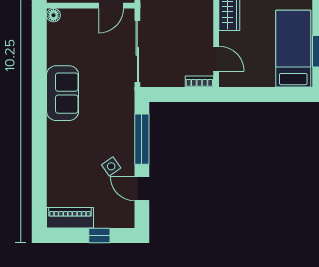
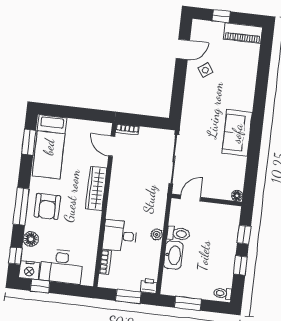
window: (142, 139) -> (178, 89), removed
door: (142, 189) -> (183, 49), hinge flipped

